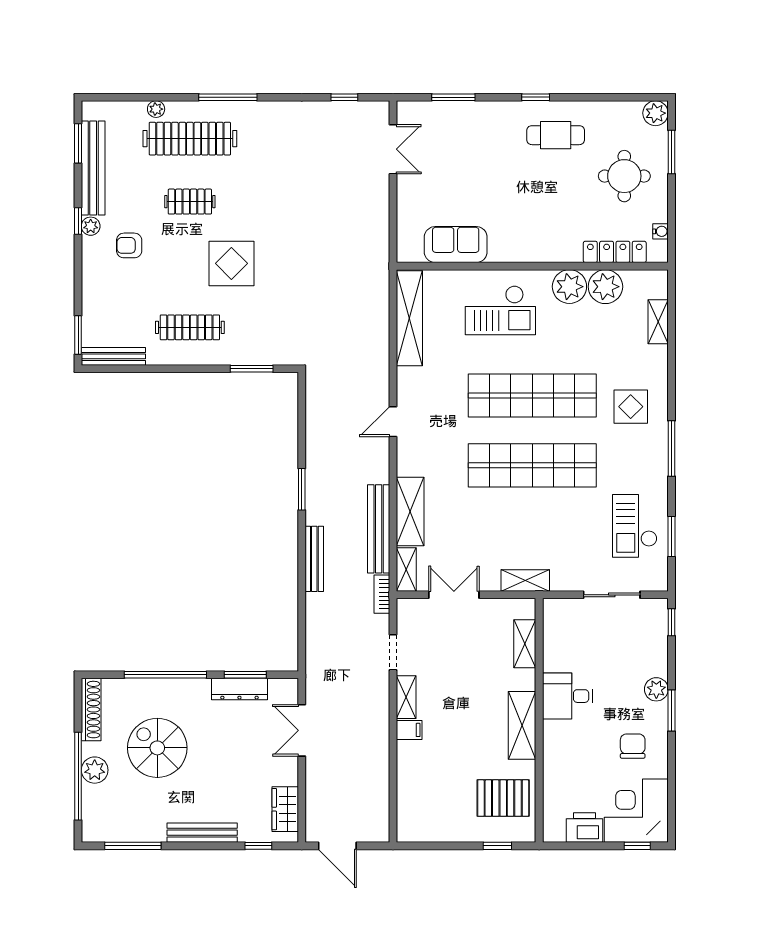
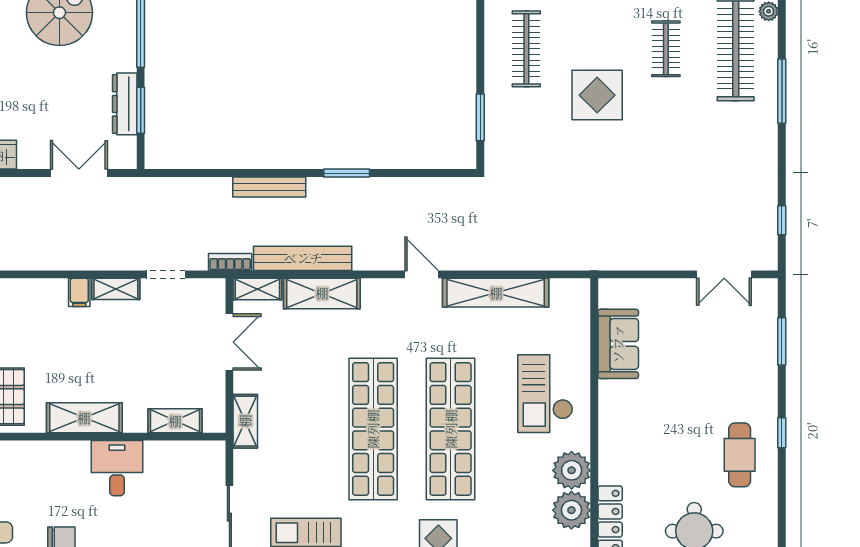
shelving: (409, 318) -> (496, 293), moved

